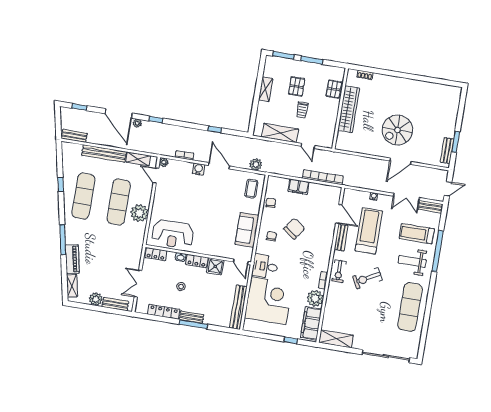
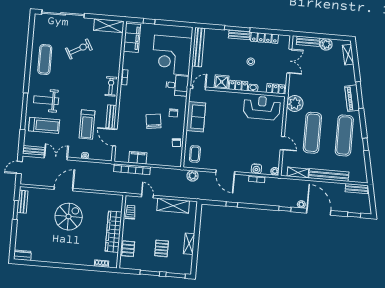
dresser: (452, 91) -> (22, 255), added
trolley: (302, 110) -> (131, 212), moved
water cooler: (198, 169) -> (256, 169), moved
door: (156, 176) -> (282, 143), moved
filing cabinet: (299, 187) -> (138, 158), moved
plant: (139, 213) -> (295, 104), moved
chair: (294, 229) -> (154, 121), turned 136
treadmill: (369, 231) -> (87, 125), width x0.73, depth x0.73
piano: (72, 259) -> (352, 98), moved
weight bench: (412, 261) -> (46, 100), turned 180
door: (241, 262) -> (199, 88), hinge flipped
exercise bike: (367, 278) -> (79, 49), moved
plant: (315, 298) -> (130, 60), removed
exercise mat: (410, 307) -> (45, 59), width x0.73, depth x0.69

